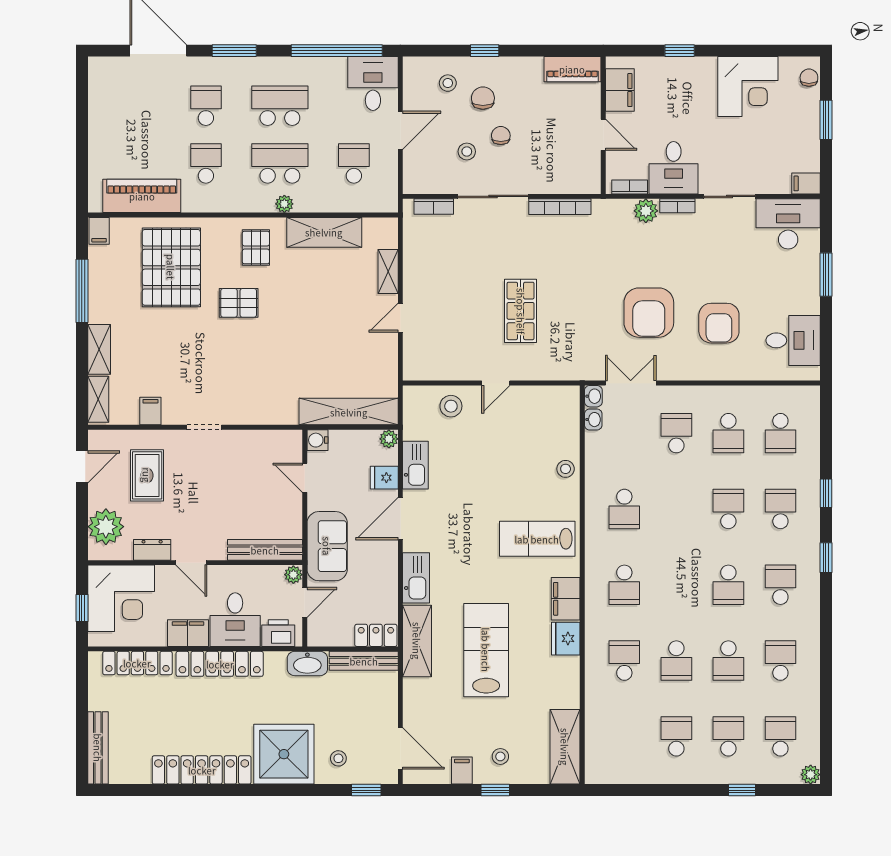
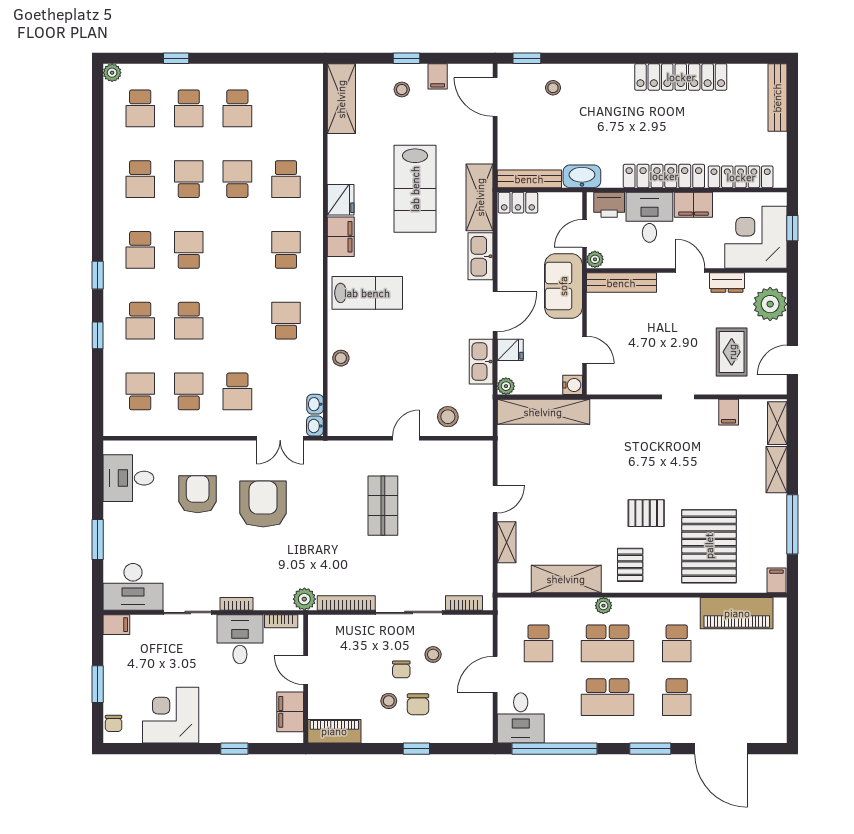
stool: (448, 83) -> (389, 701), moved
plant: (646, 211) -> (304, 599), moved
shower: (284, 754) -> (604, 92), removed

